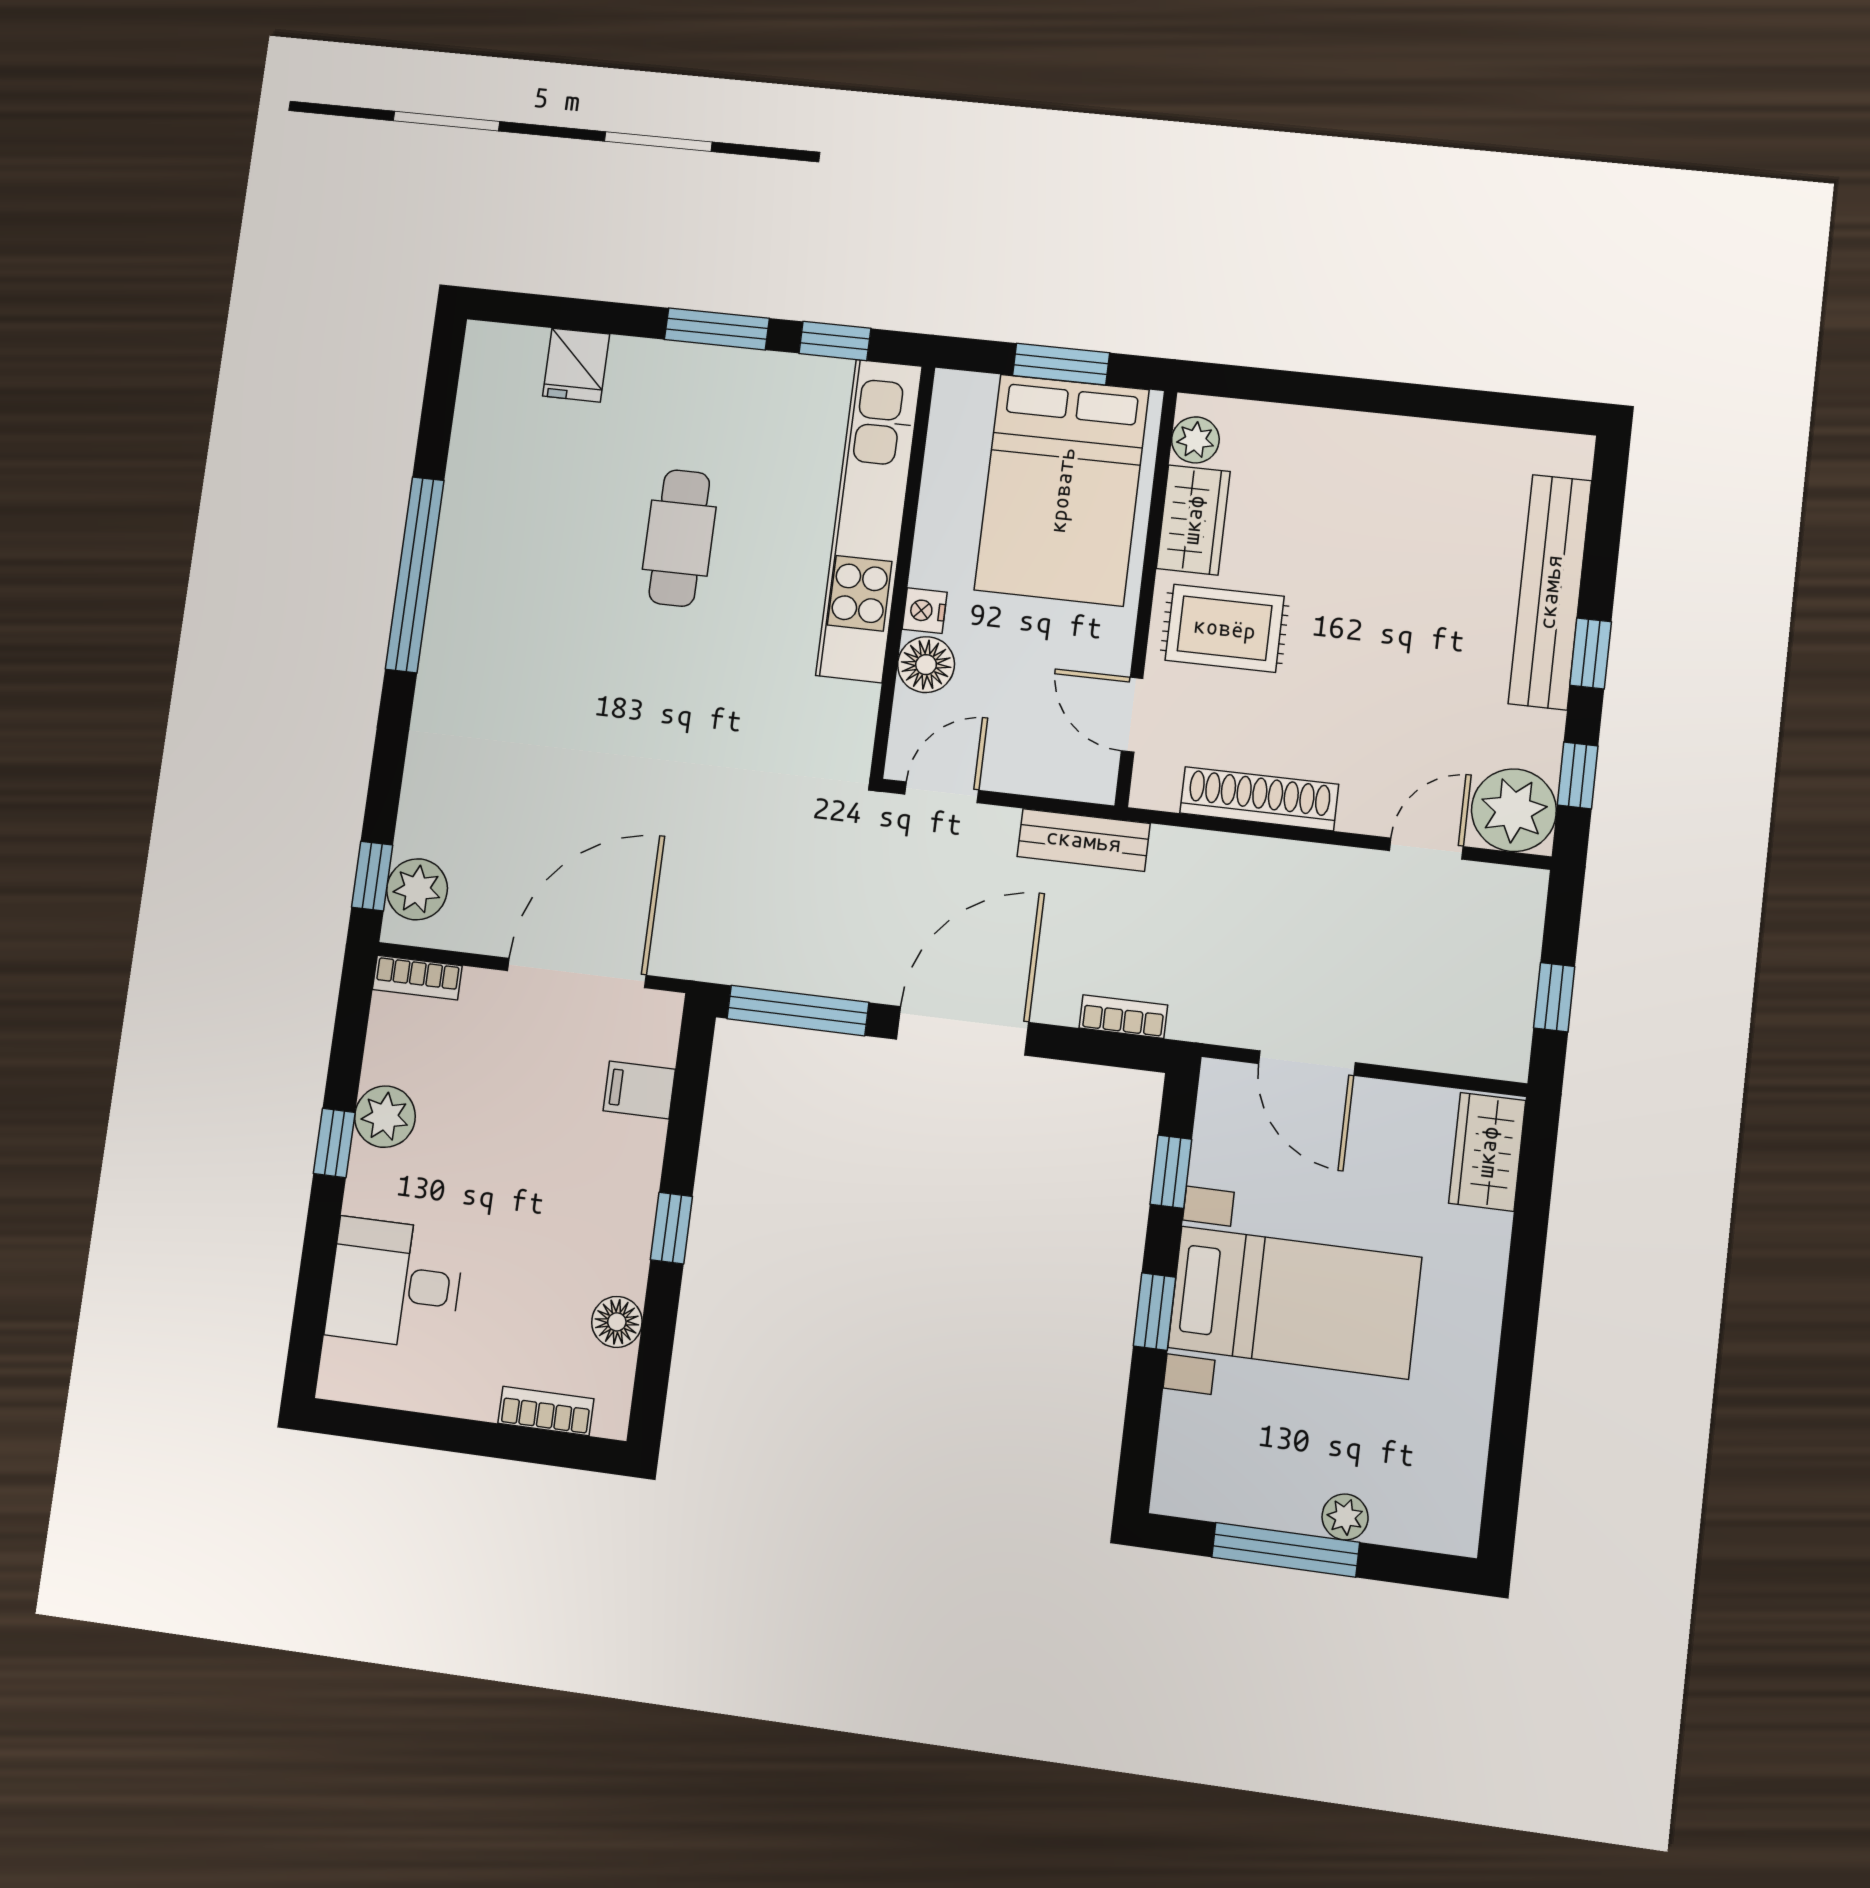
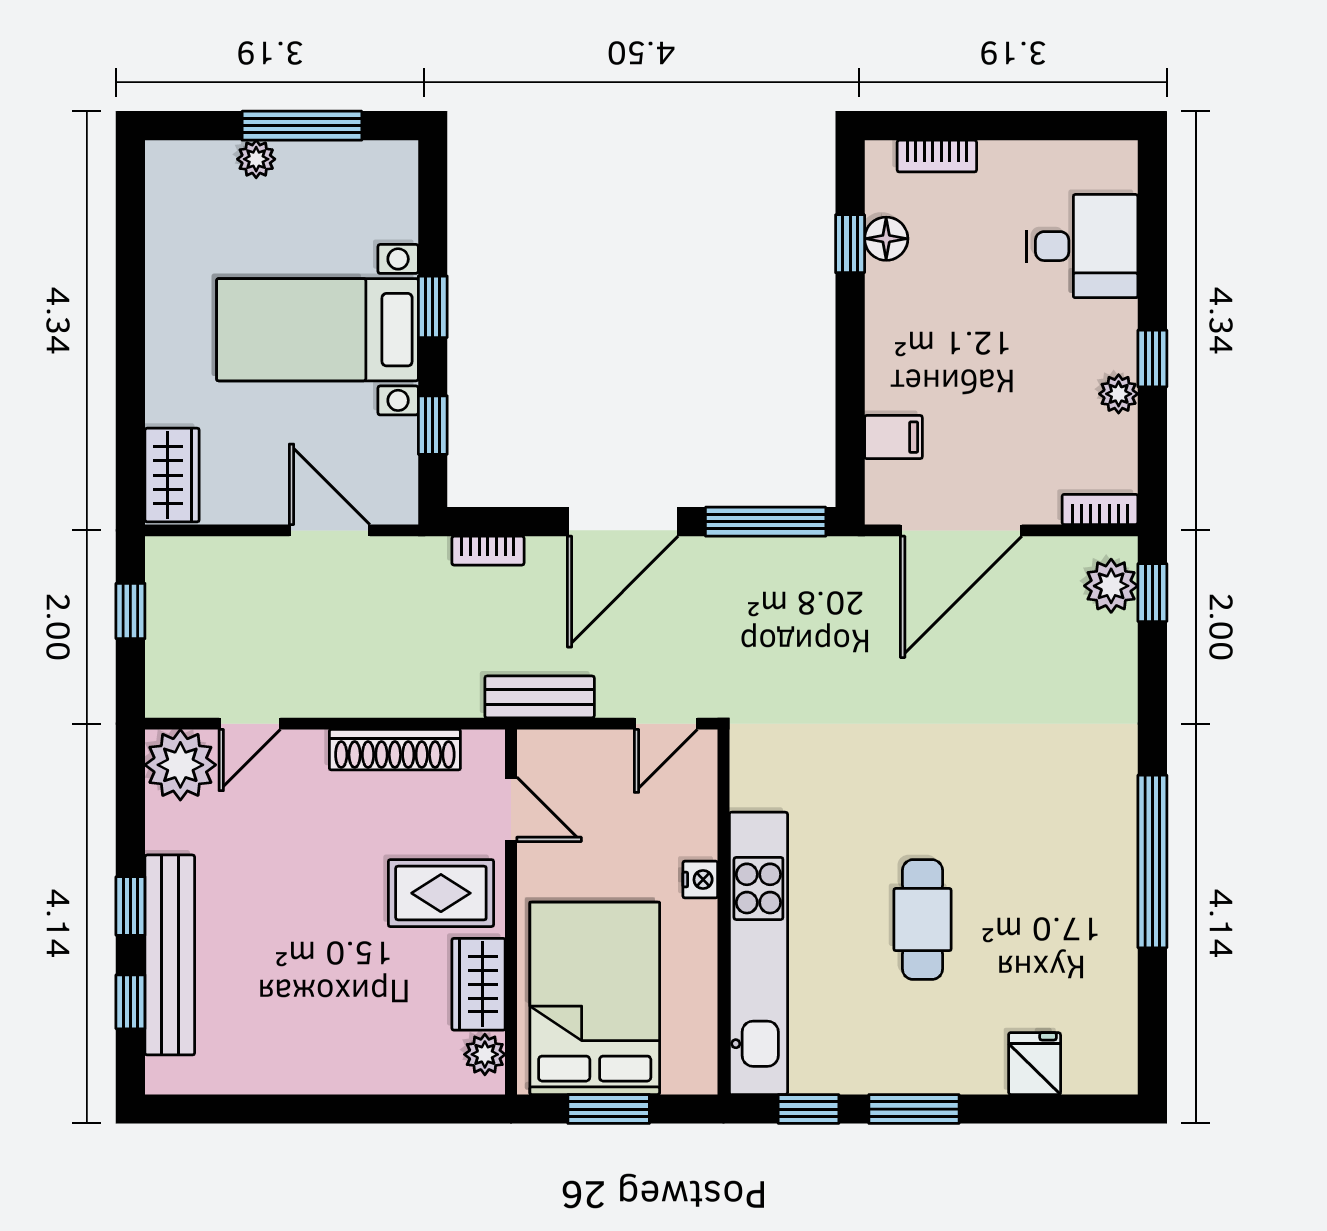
floor lamp: (926, 665) -> (693, 833), removed
window: (1578, 776) -> (130, 1002), moved
plant: (385, 1117) -> (1119, 394), width x0.73, depth x0.73
window: (671, 1228) -> (850, 244), moved

